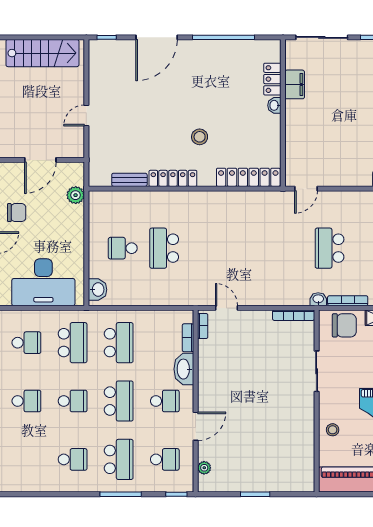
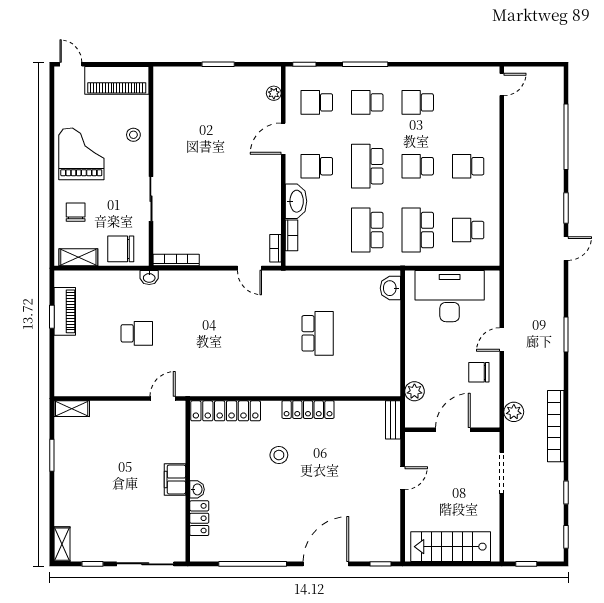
filing cabinet: (295, 84) -> (175, 479), moved
bench: (129, 180) -> (393, 420), moved, turned 90
school desk: (123, 248) -> (363, 333), removed
school desk: (330, 248) -> (137, 333), width x0.54
bookcase: (348, 301) -> (117, 276), removed
school desk: (119, 459) -> (367, 102), width x0.54

